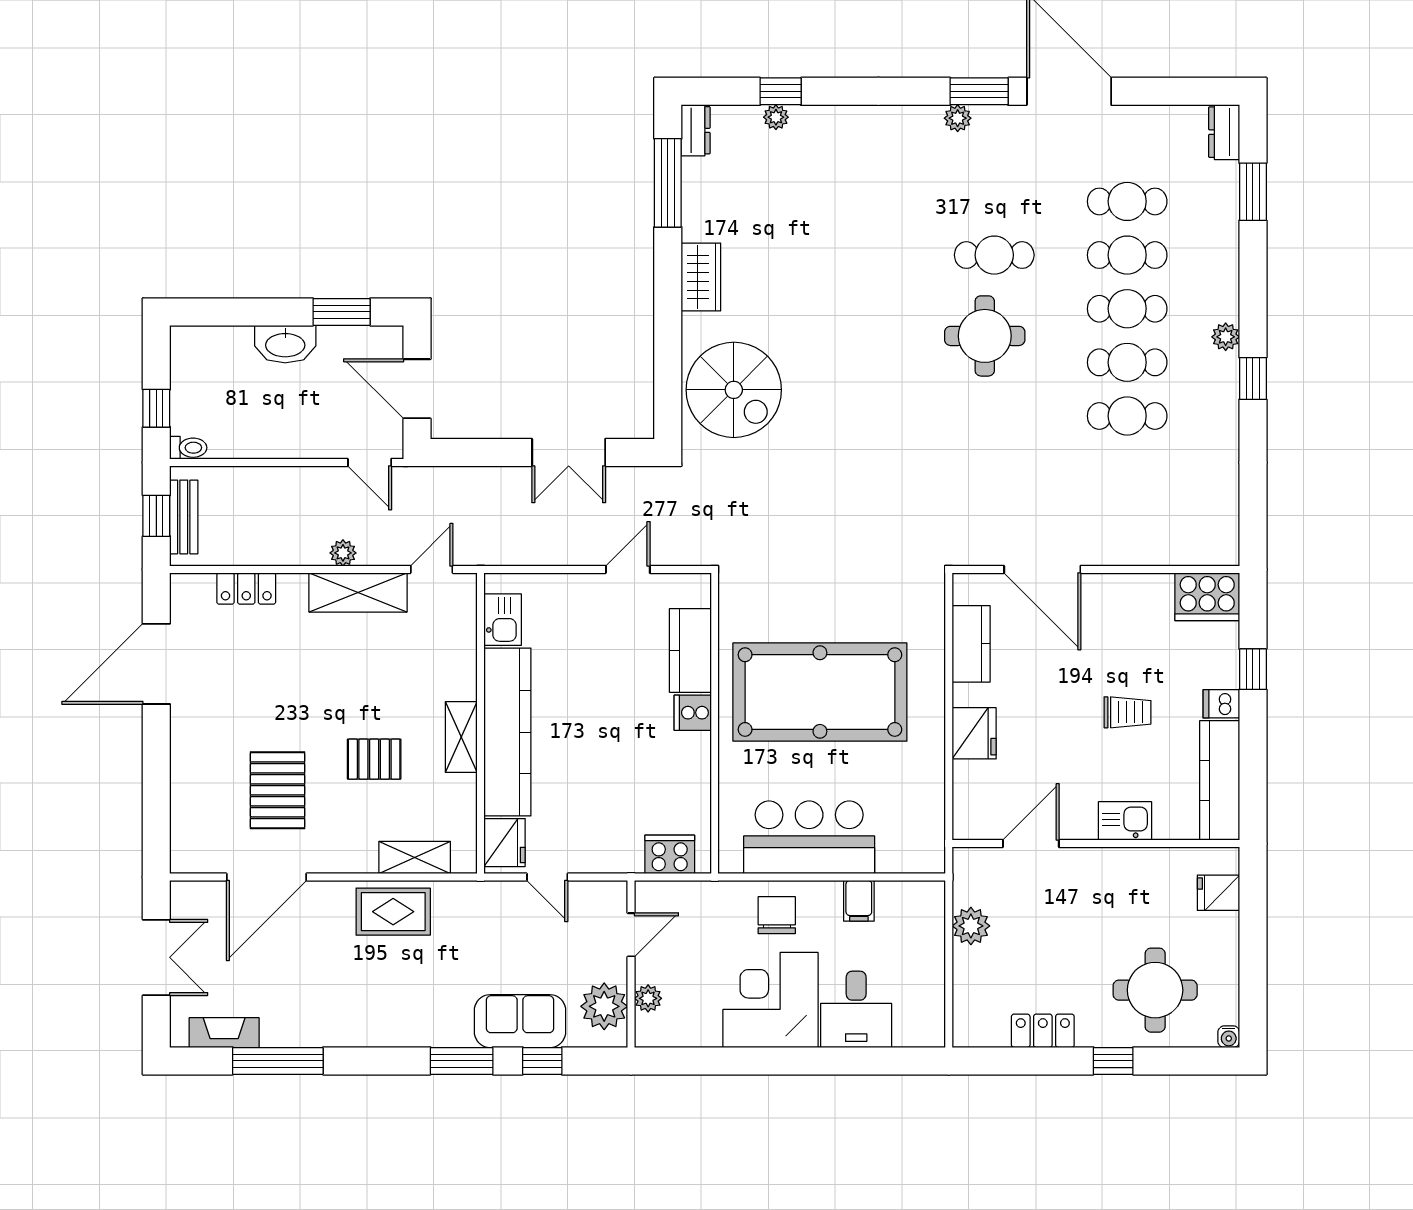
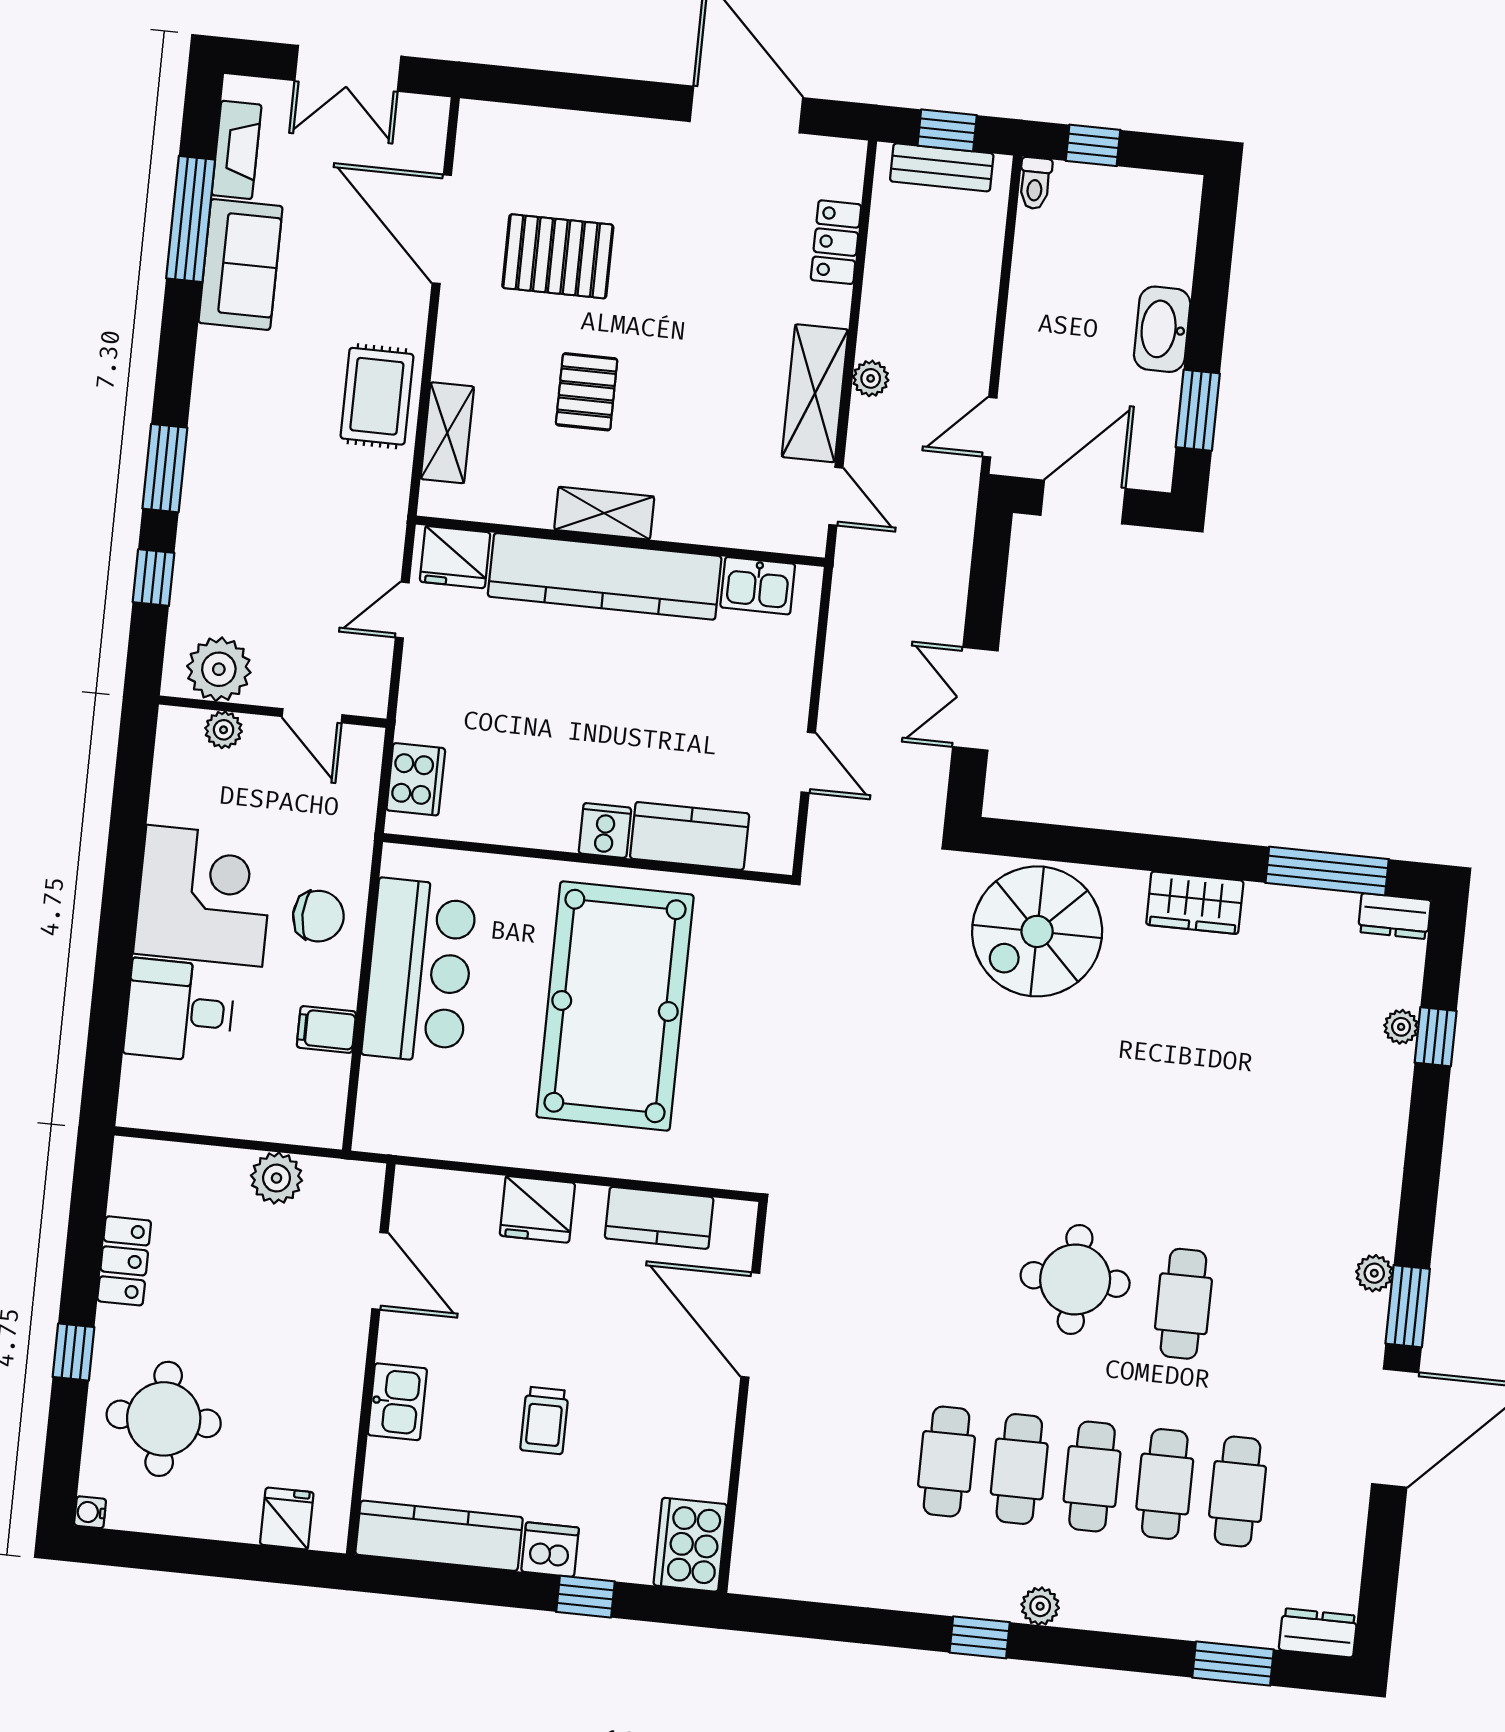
door: (1042, 569) -> (750, 1325), hinge flipped
dishwasher: (1221, 704) -> (550, 1550), width x1.38
sofa: (520, 1021) -> (240, 264), moved

